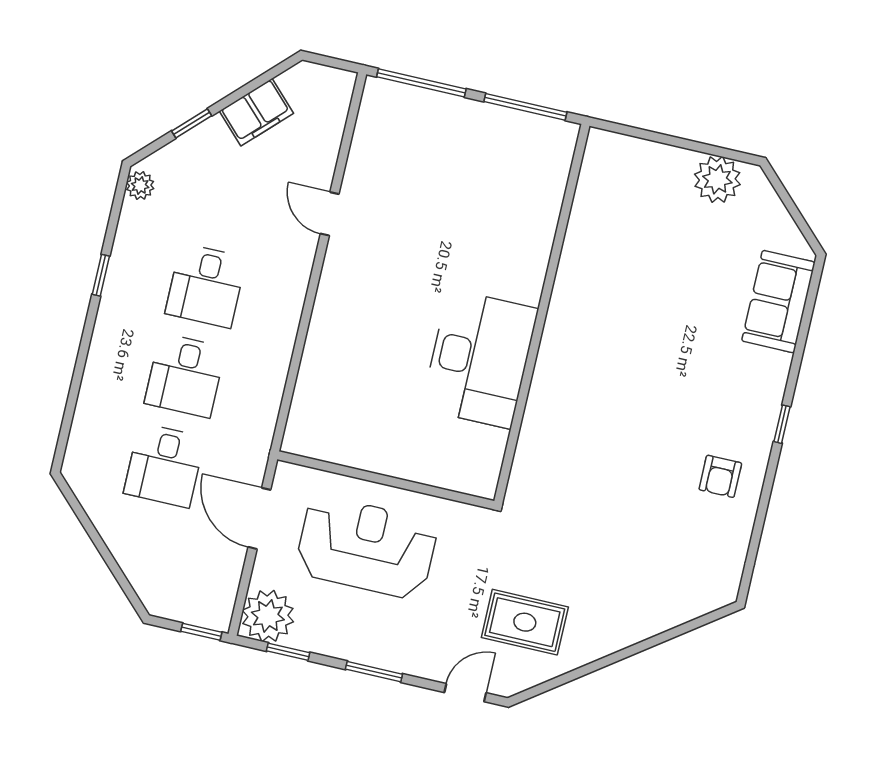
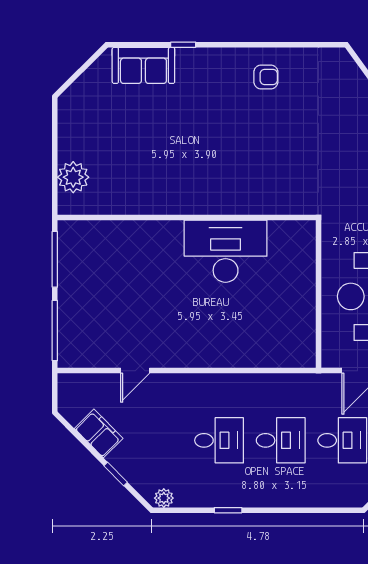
plant: (717, 179) -> (73, 177), moved
door: (330, 214) -> (135, 371), moved
window: (782, 424) -> (183, 45), moved

